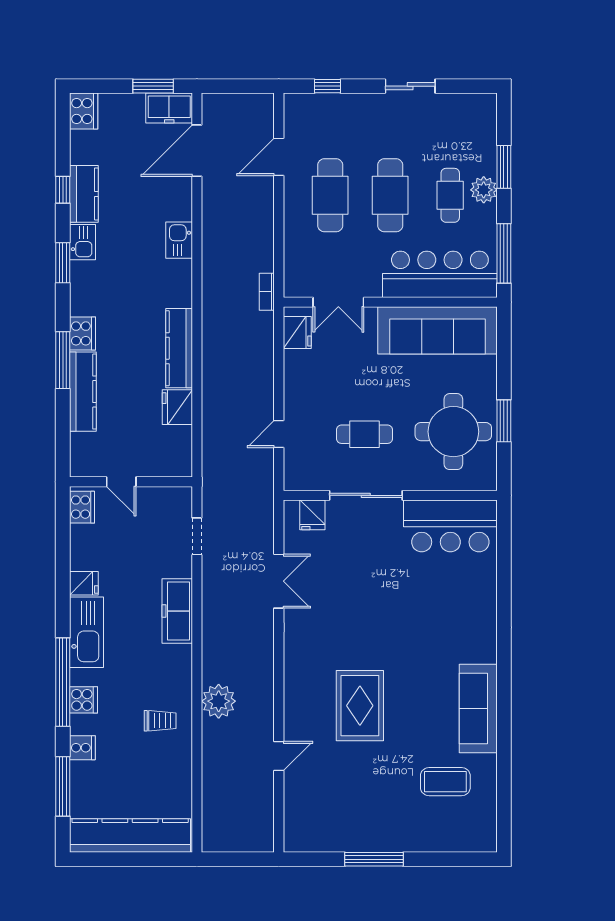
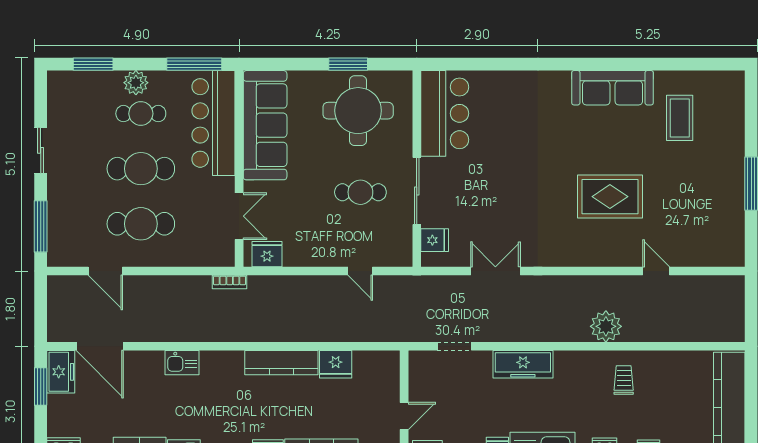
window: (327, 86) -> (41, 226), width x2.17
window: (504, 167) -> (93, 64), moved
cafe table: (365, 434) -> (360, 192), turned 90

